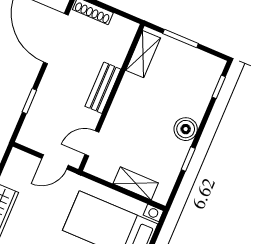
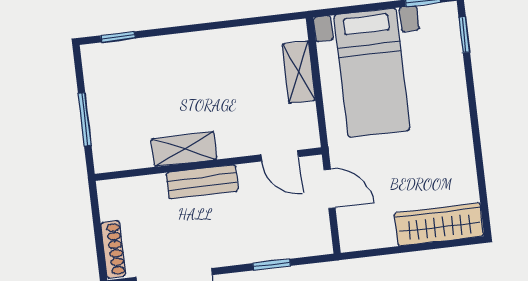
shelving: (143, 54) -> (184, 149), moved
boiler: (186, 129) -> (195, 48), removed
window: (188, 159) -> (231, 24), removed

